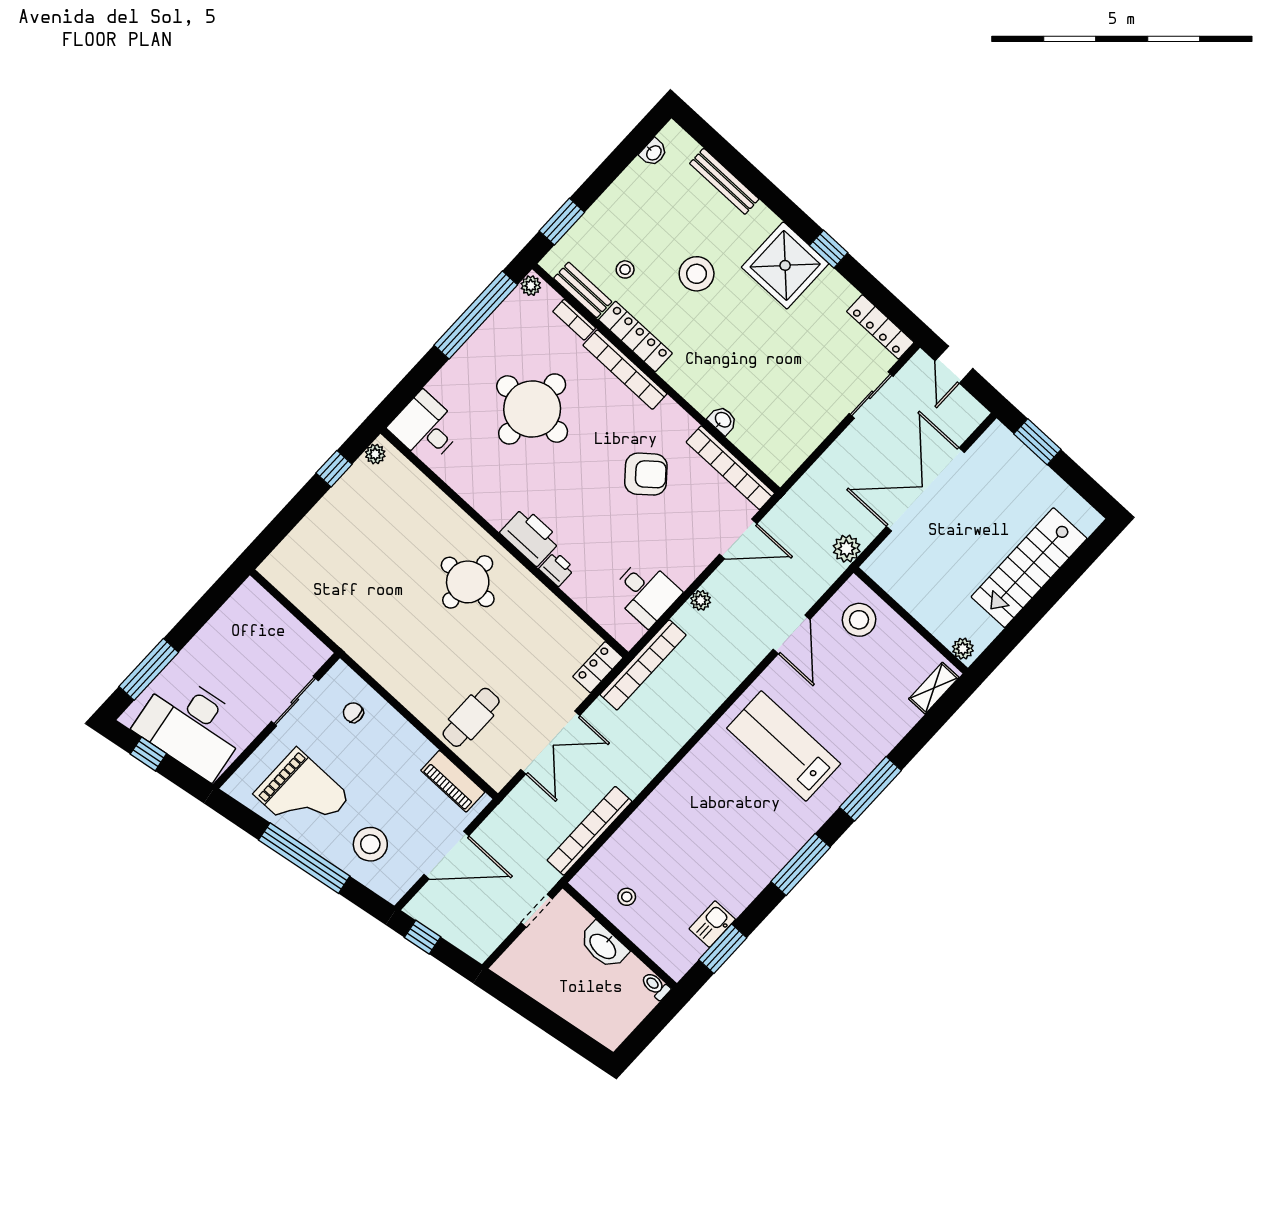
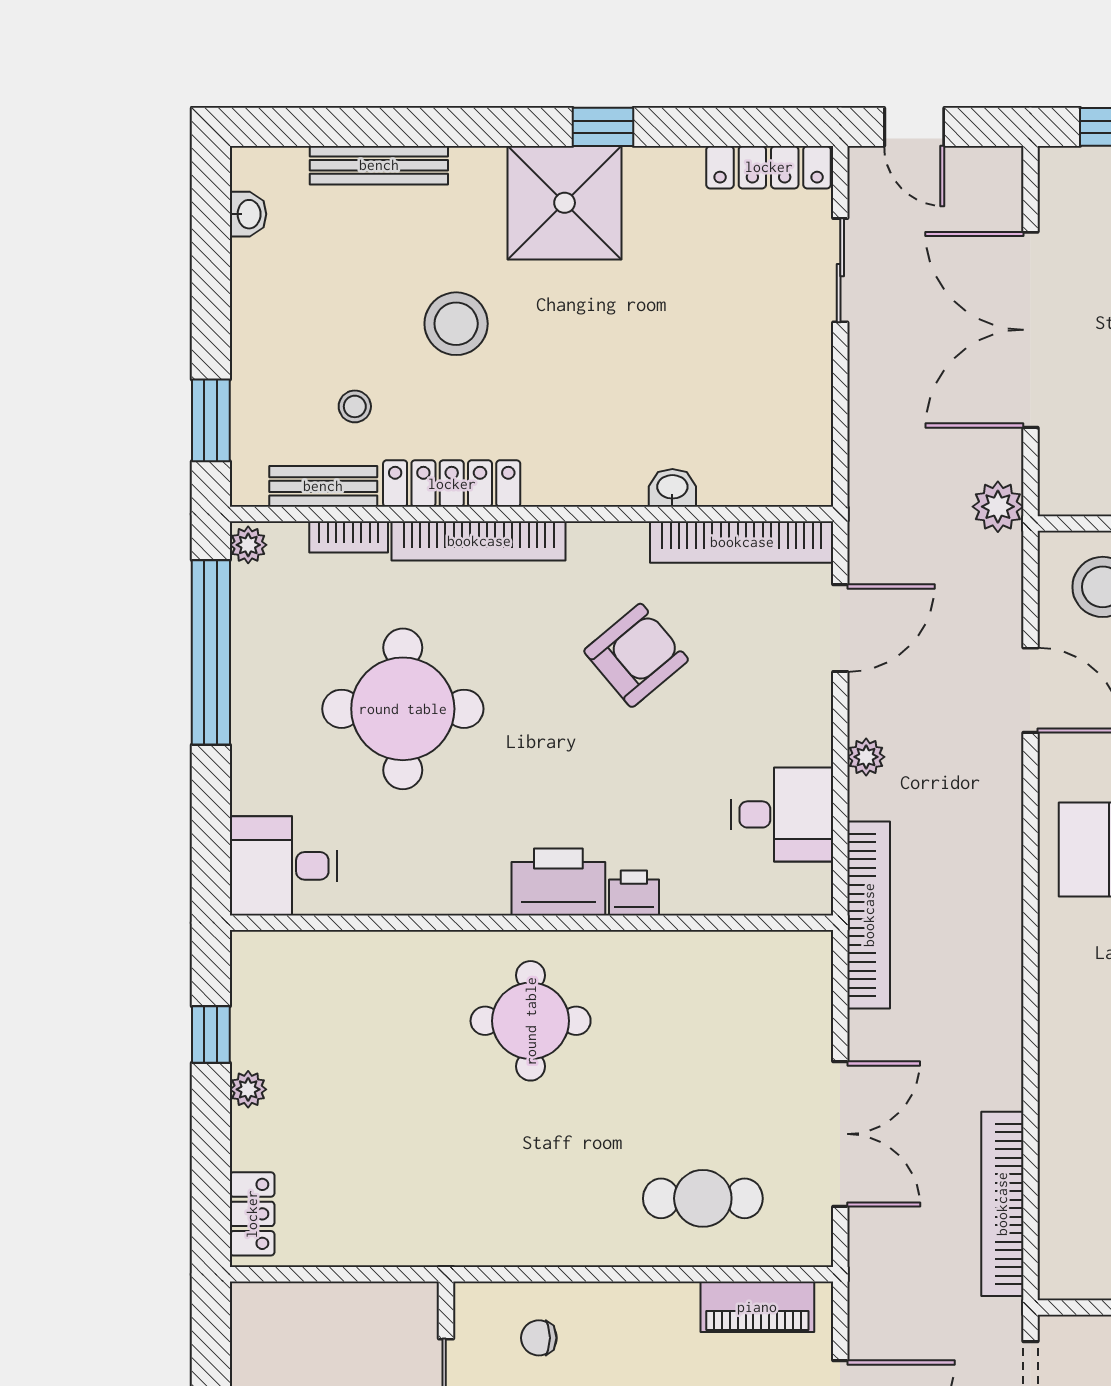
plant: (375, 454) -> (248, 1089), moved
locker: (598, 667) -> (252, 1214), moved, turned 180
cafe table: (471, 717) -> (703, 1198), turned 90

